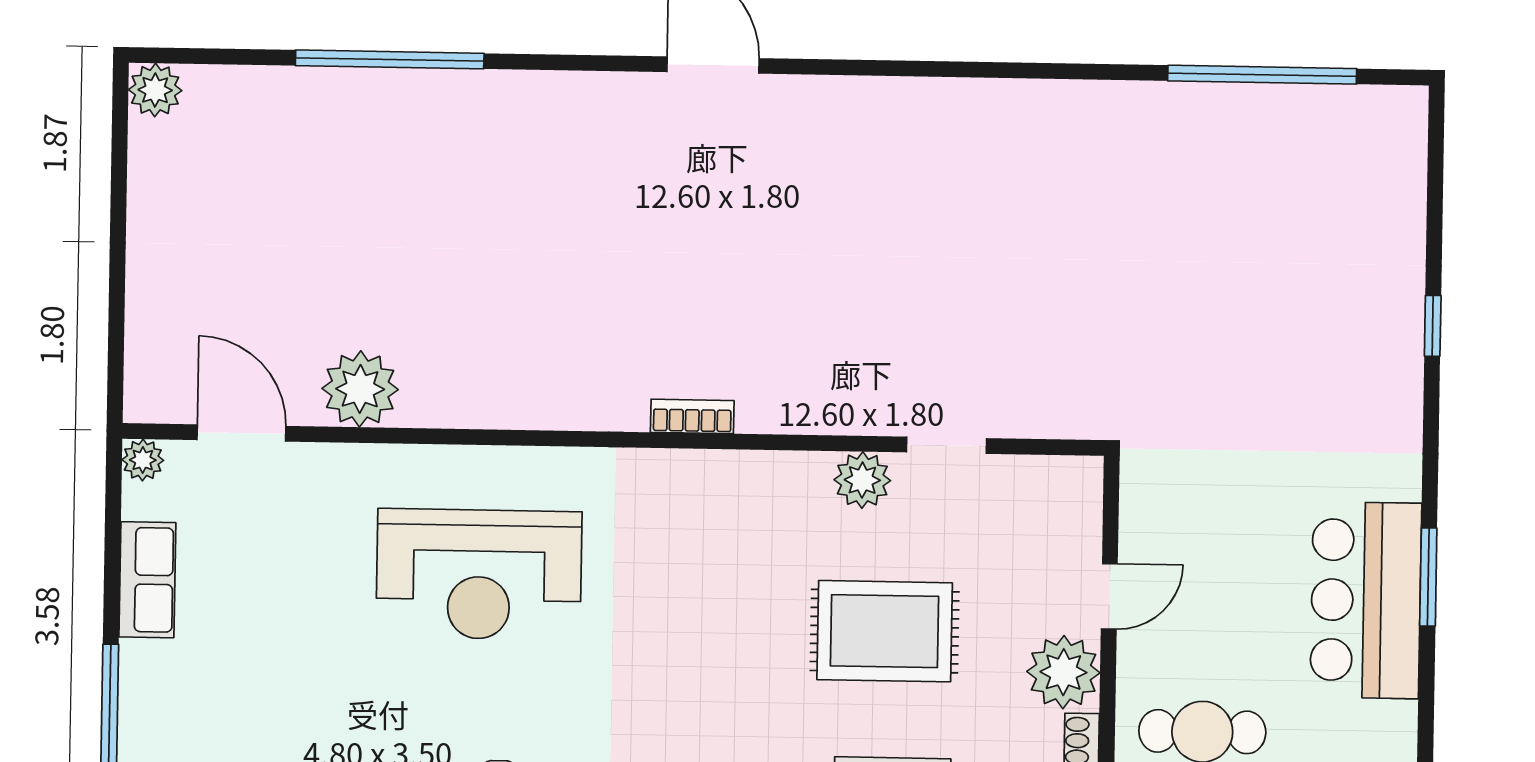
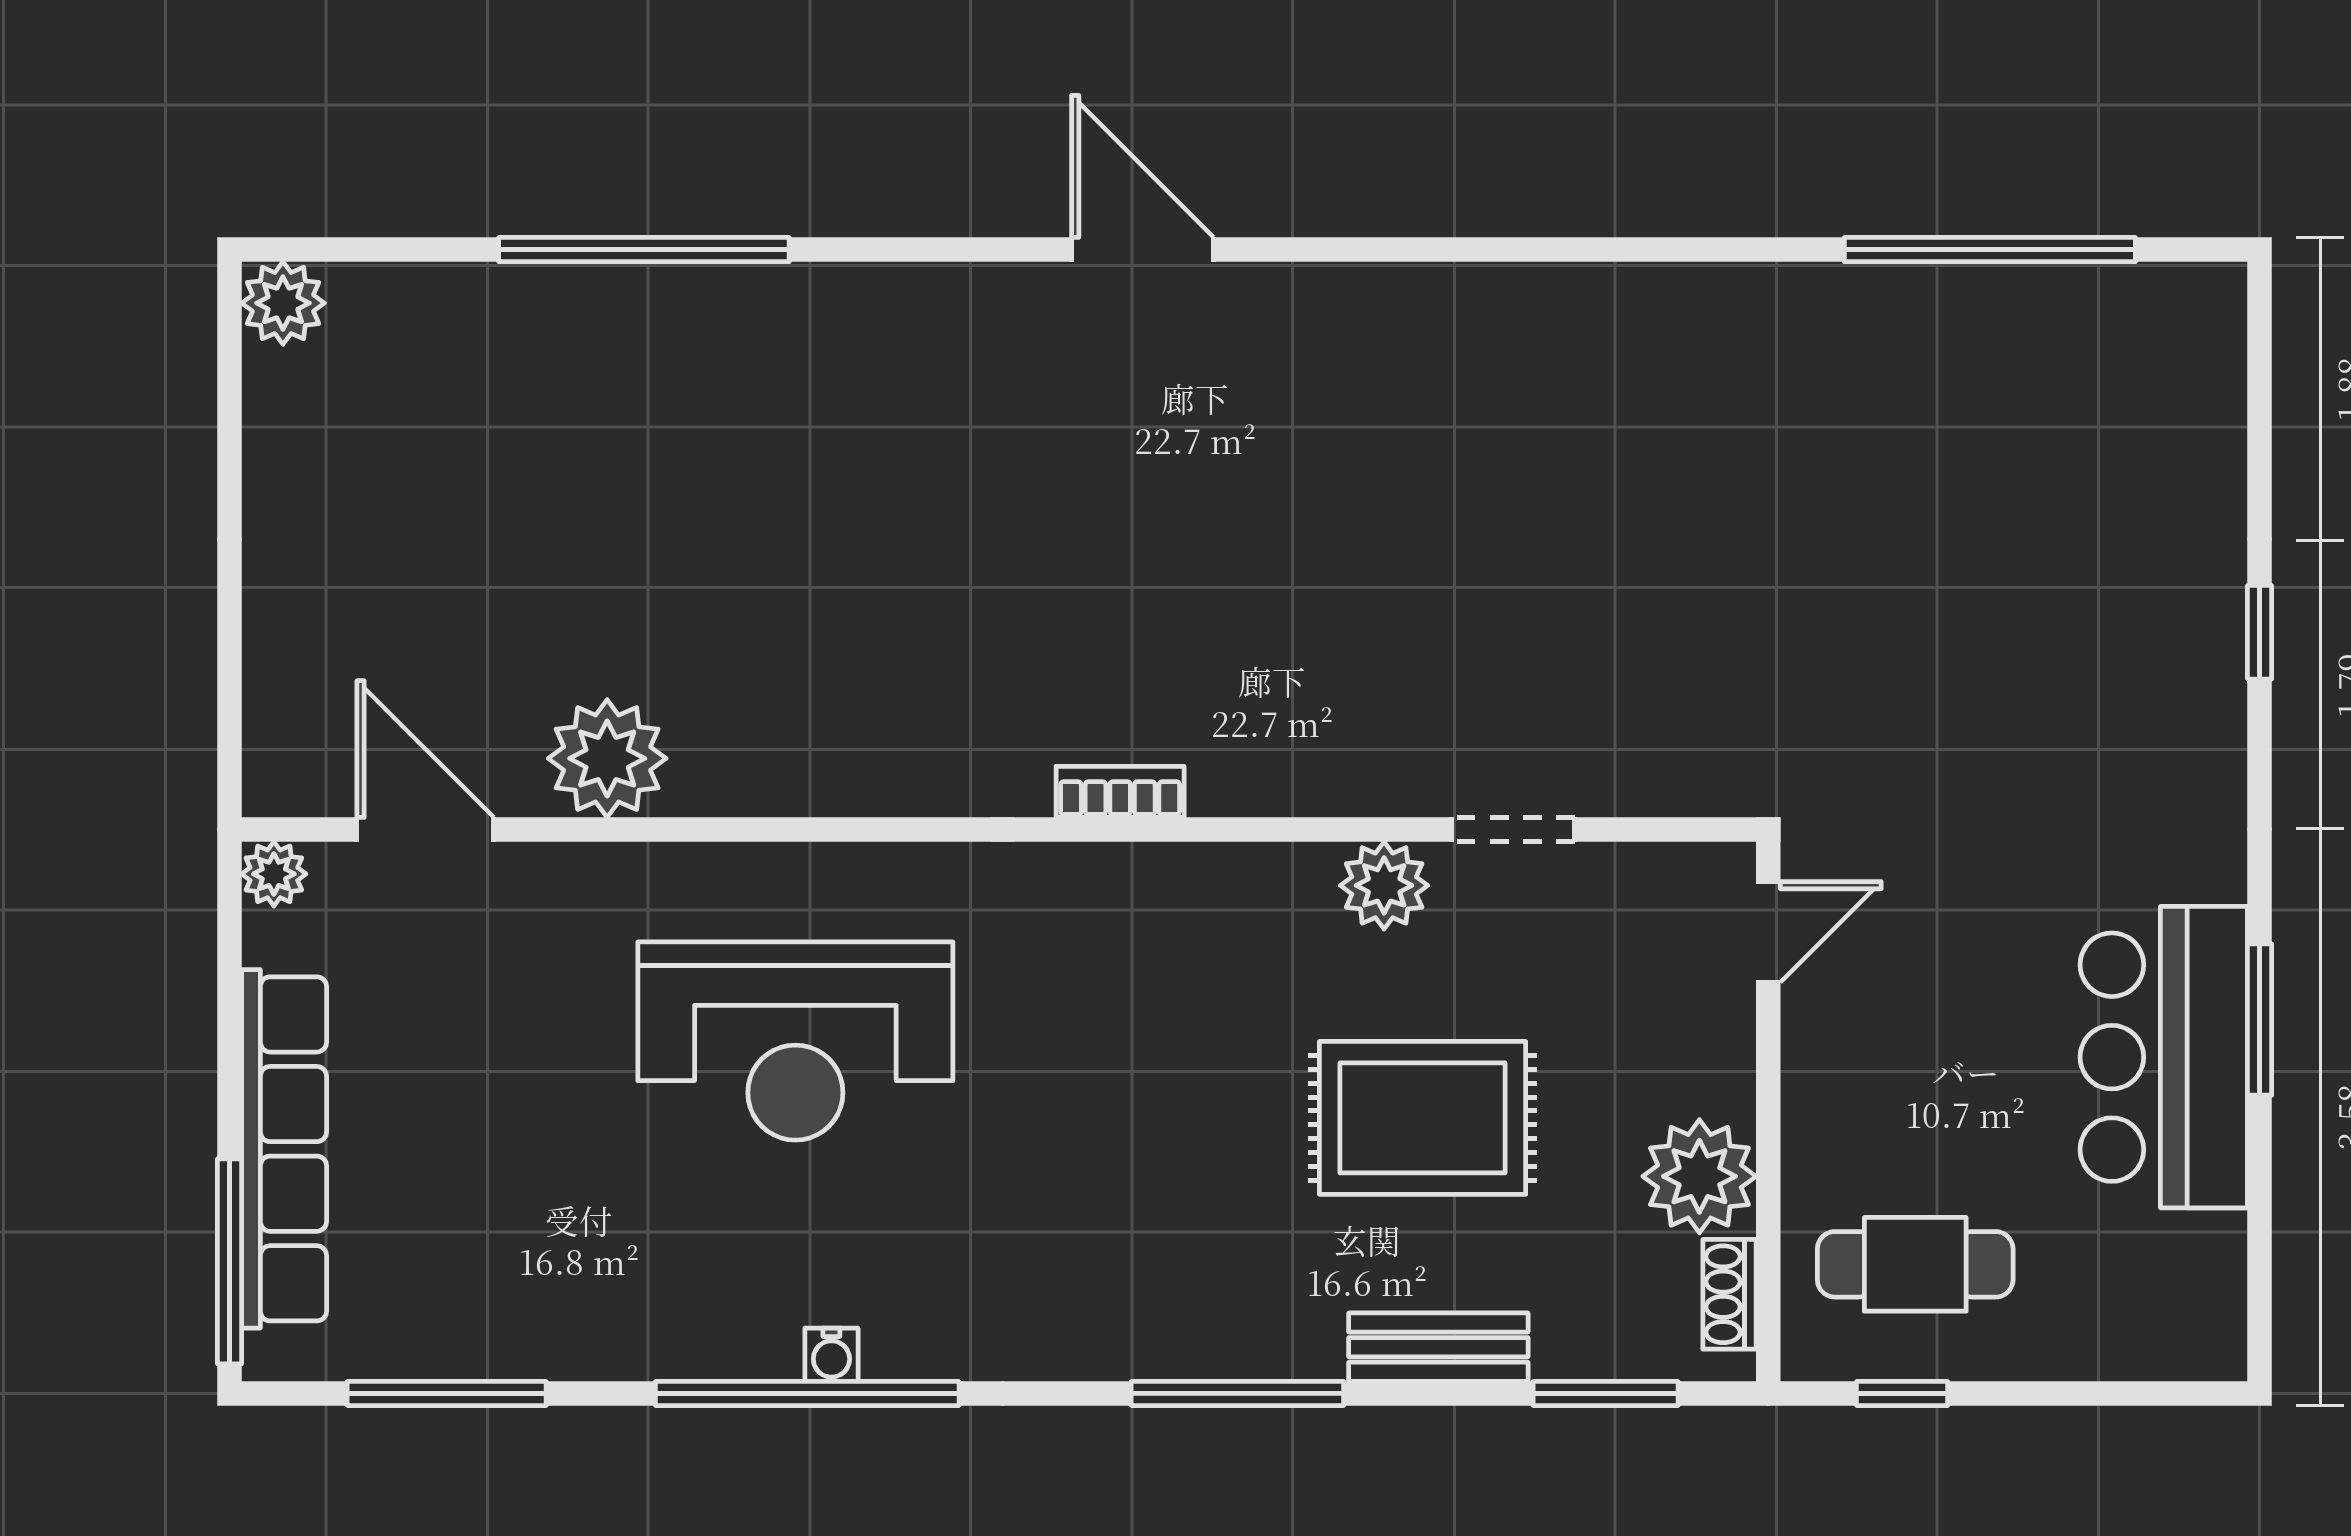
row of seats: (147, 580) -> (284, 1149), width x2.02
door: (1109, 596) -> (1768, 932), moved

